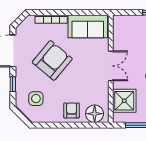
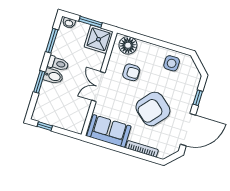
side table: (36, 99) -> (172, 63), moved
shower: (124, 101) -> (99, 39), moved
armchair: (72, 110) -> (131, 72), moved, turned -90

